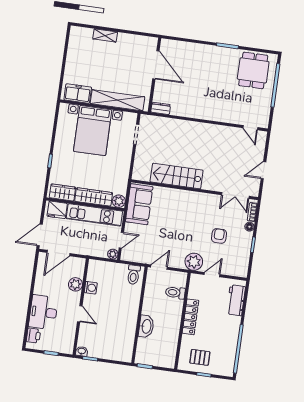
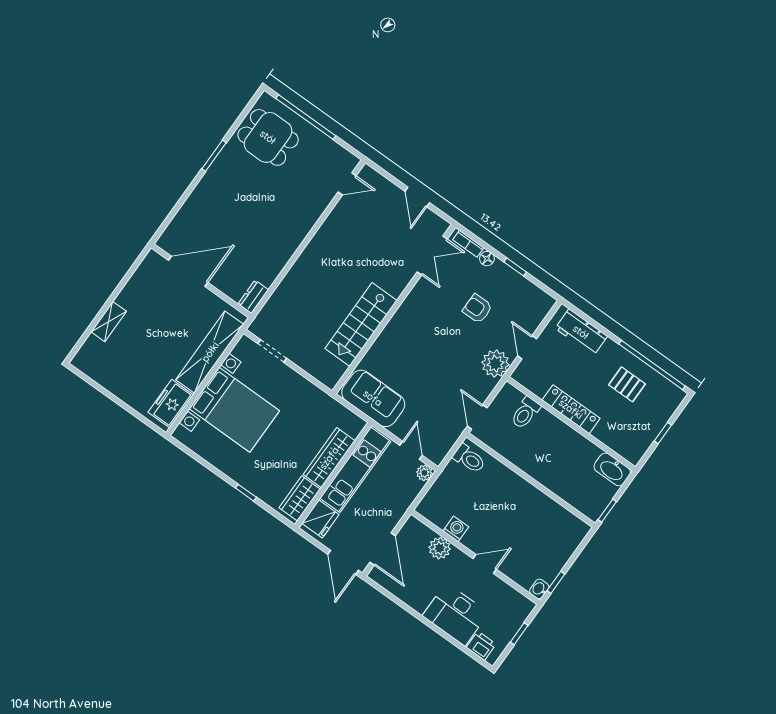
plant: (119, 201) -> (354, 425), removed
washbasin: (146, 326) -> (612, 469), moved, turned 180
pallet: (200, 357) -> (627, 384), moved, turned 90

